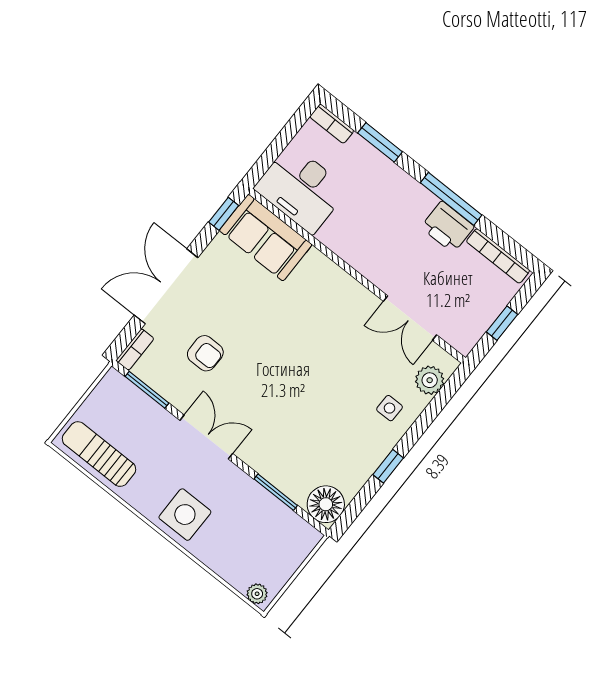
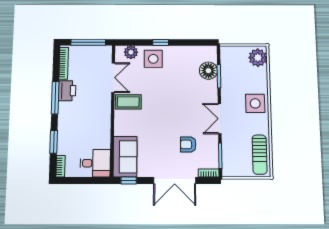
desk: (301, 189) -> (95, 163), width x0.73
coffee table: (350, 311) -> (128, 102), added
window: (502, 323) -> (88, 42), width x2.17
armchair: (205, 353) -> (188, 144), turned -90
side table: (390, 408) -> (153, 59), width x1.87, depth x1.87
window: (388, 466) -> (161, 42), moved
floor lamp: (326, 504) -> (208, 71), moved
plant: (257, 594) -> (258, 58), width x1.88, depth x1.88

